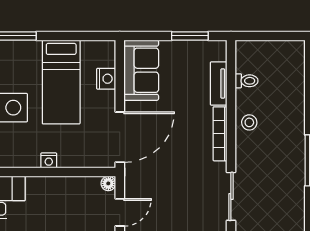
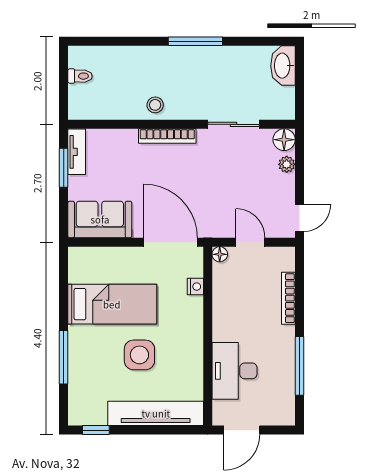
nightstand: (106, 79) -> (109, 257), removed
toilet: (247, 81) -> (80, 76), moved, turned 90
tv unit: (219, 84) -> (77, 152), moved, turned -90
nightstand: (49, 160) -> (195, 287), moved

